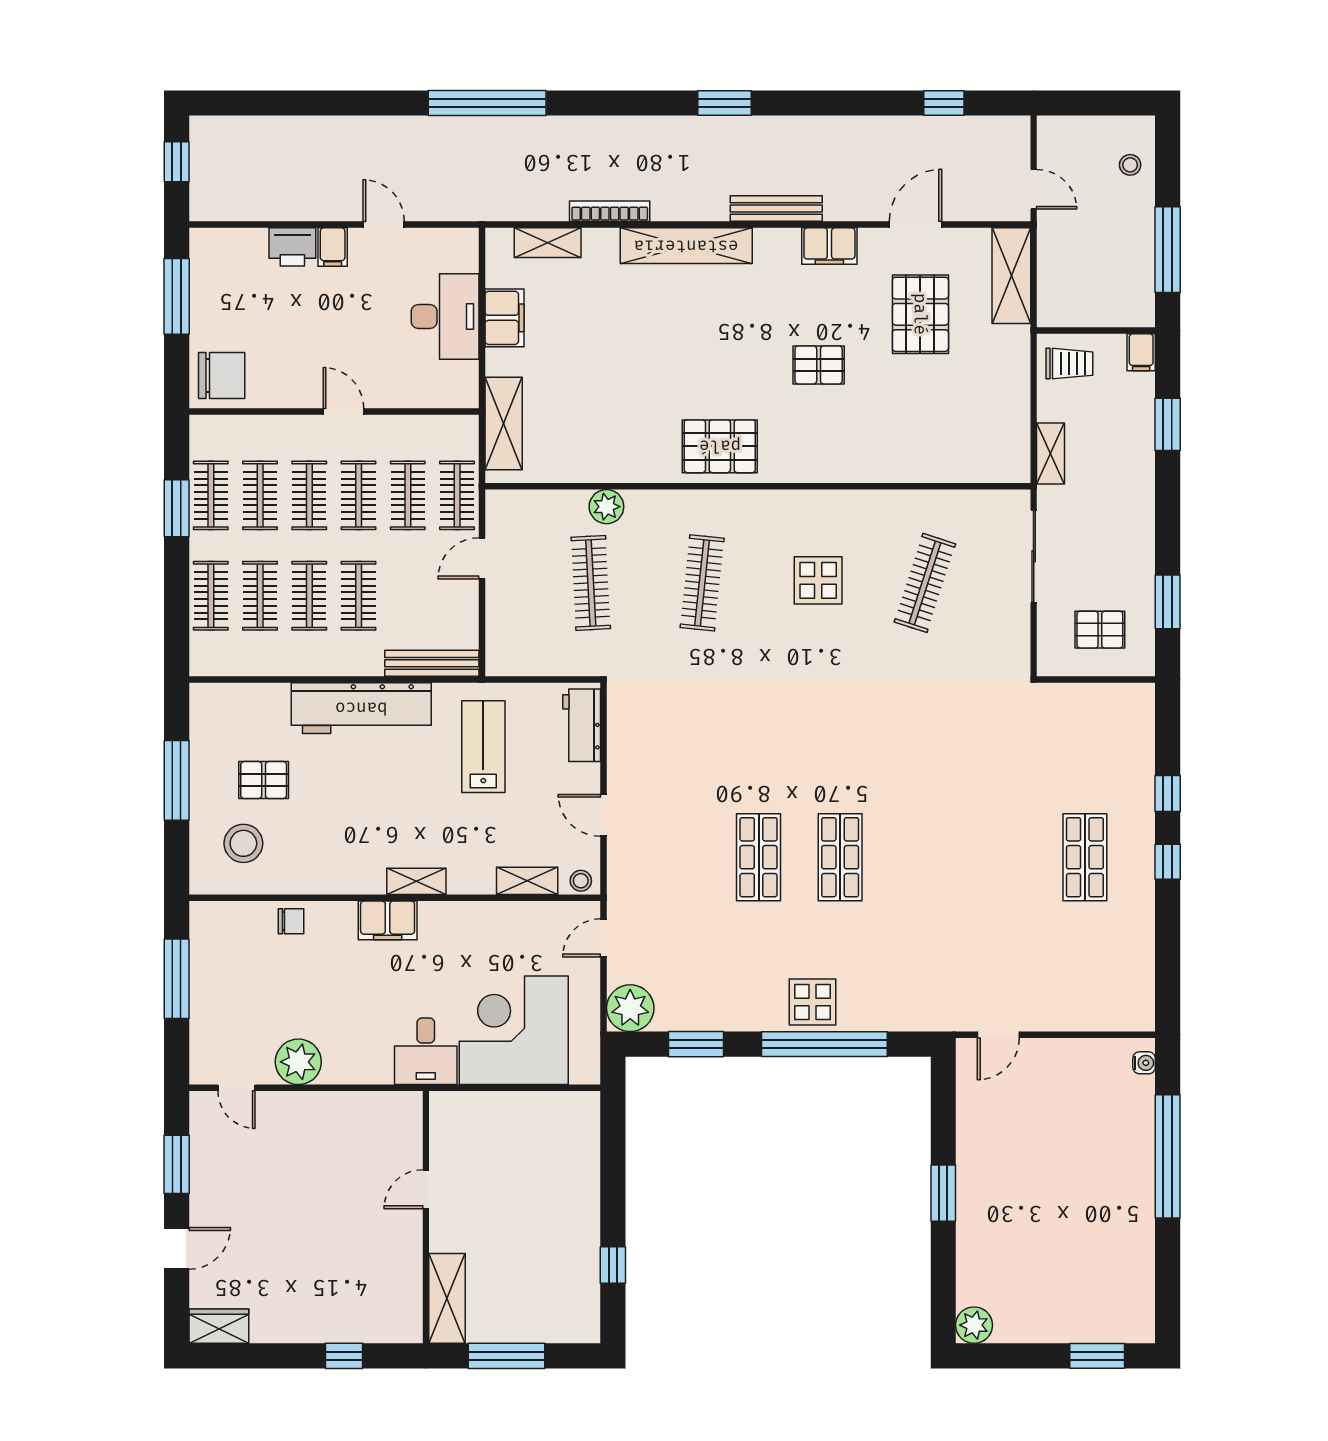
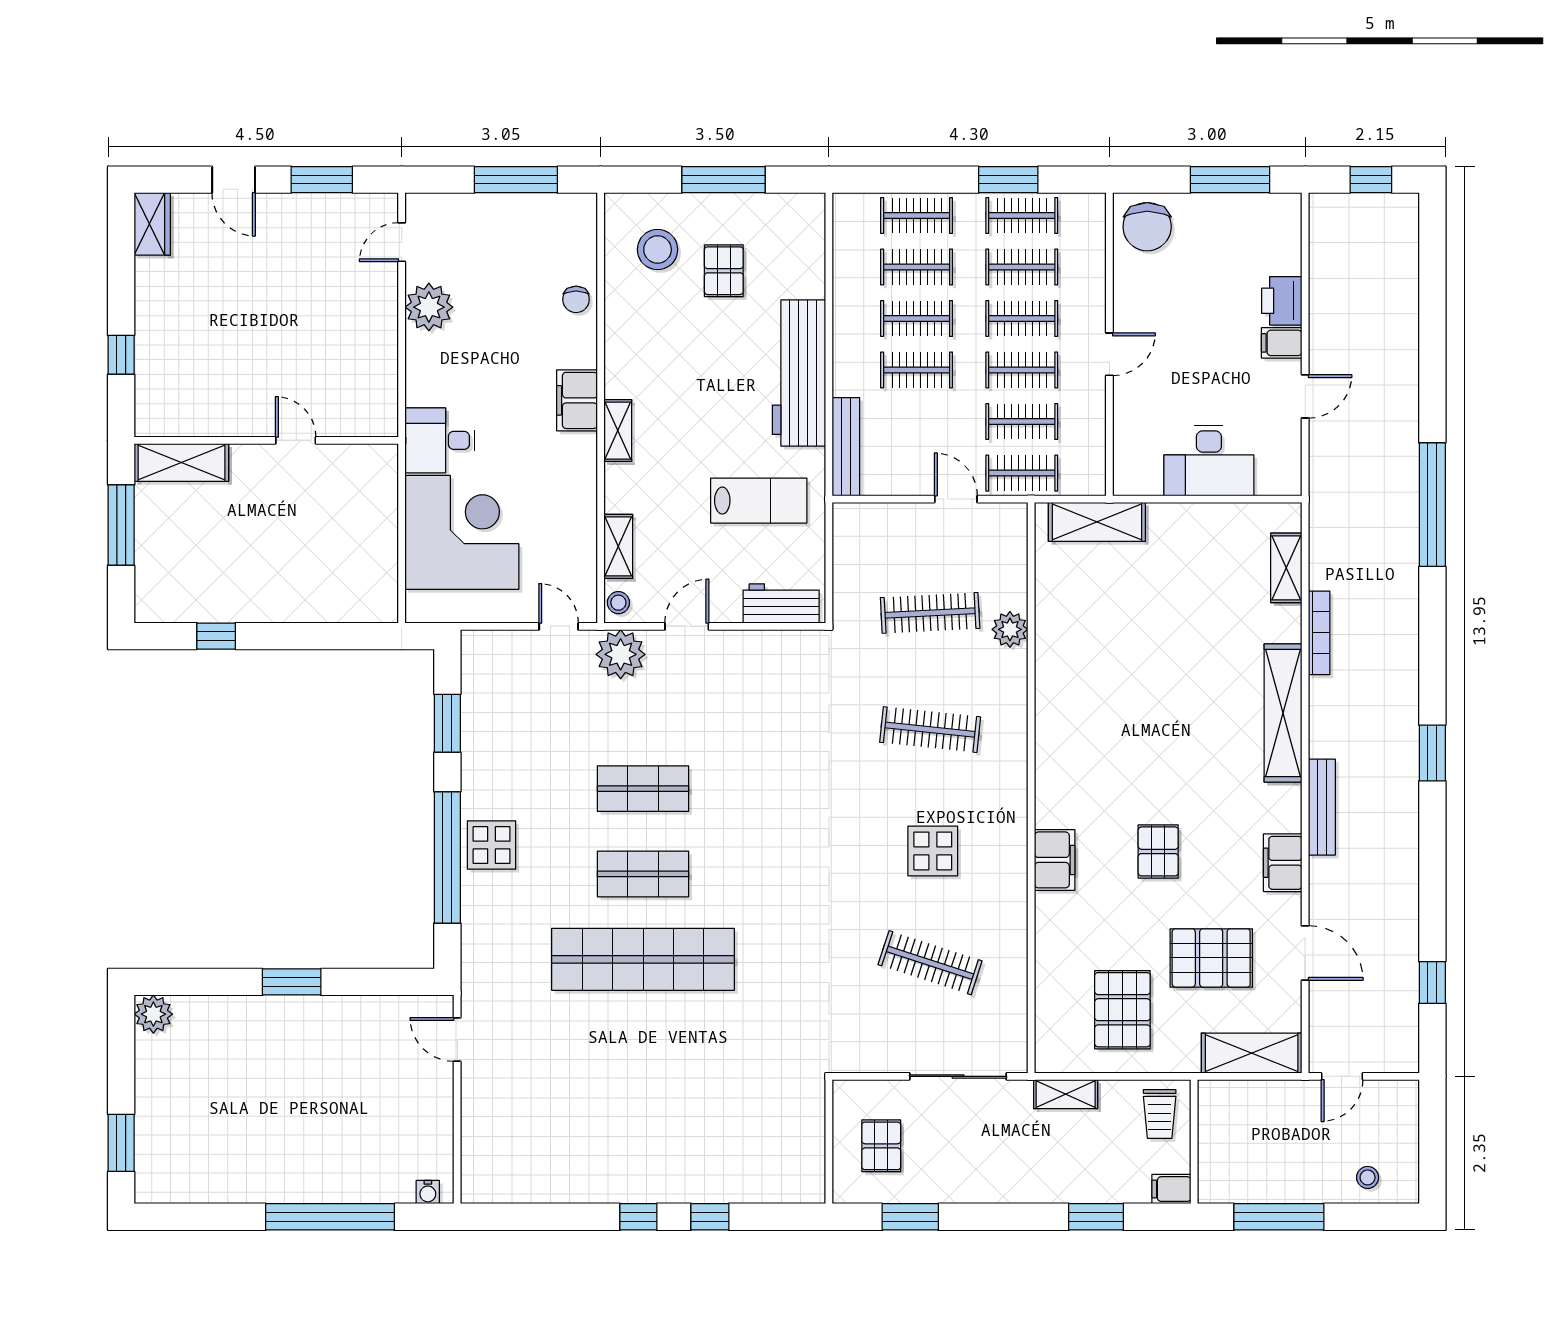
filing cabinet: (504, 318) -> (1055, 860), moved, turned -90
pallet: (720, 446) -> (1122, 1010), moved
shop shelf: (1085, 857) -> (643, 959), moved, width x2.00, depth x1.36
plant: (630, 1008) -> (621, 654), moved

